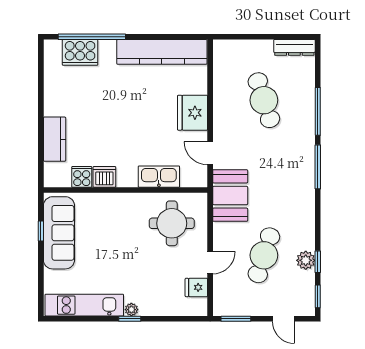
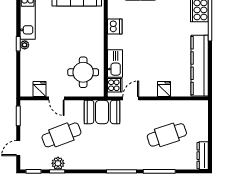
fridge: (193, 113) -> (164, 89), width x0.53, depth x0.75
cooker: (82, 177) -> (115, 85), moved
cafe table: (264, 255) -> (61, 135), turned -39

